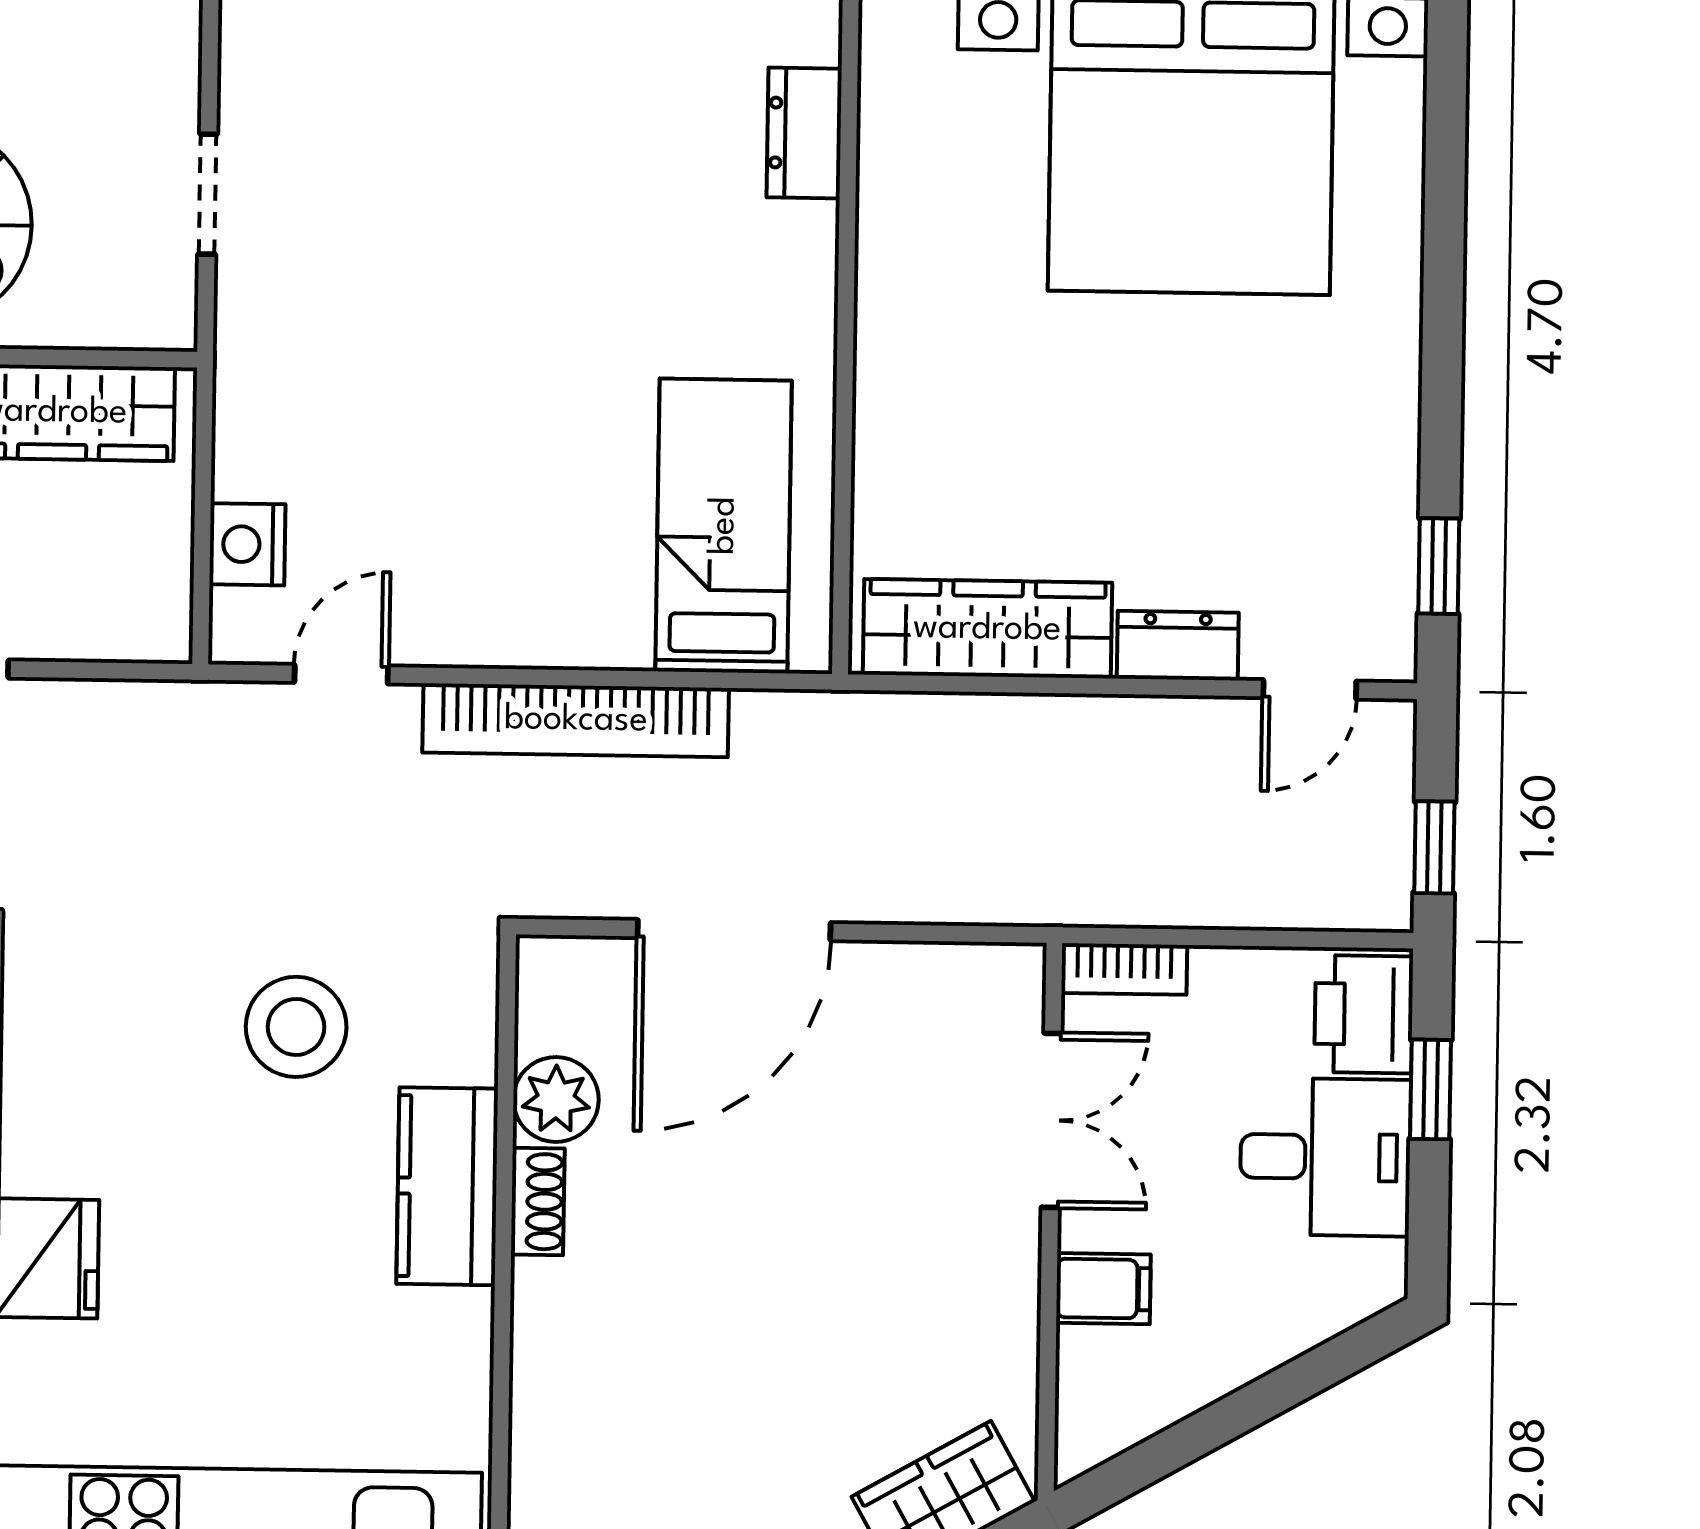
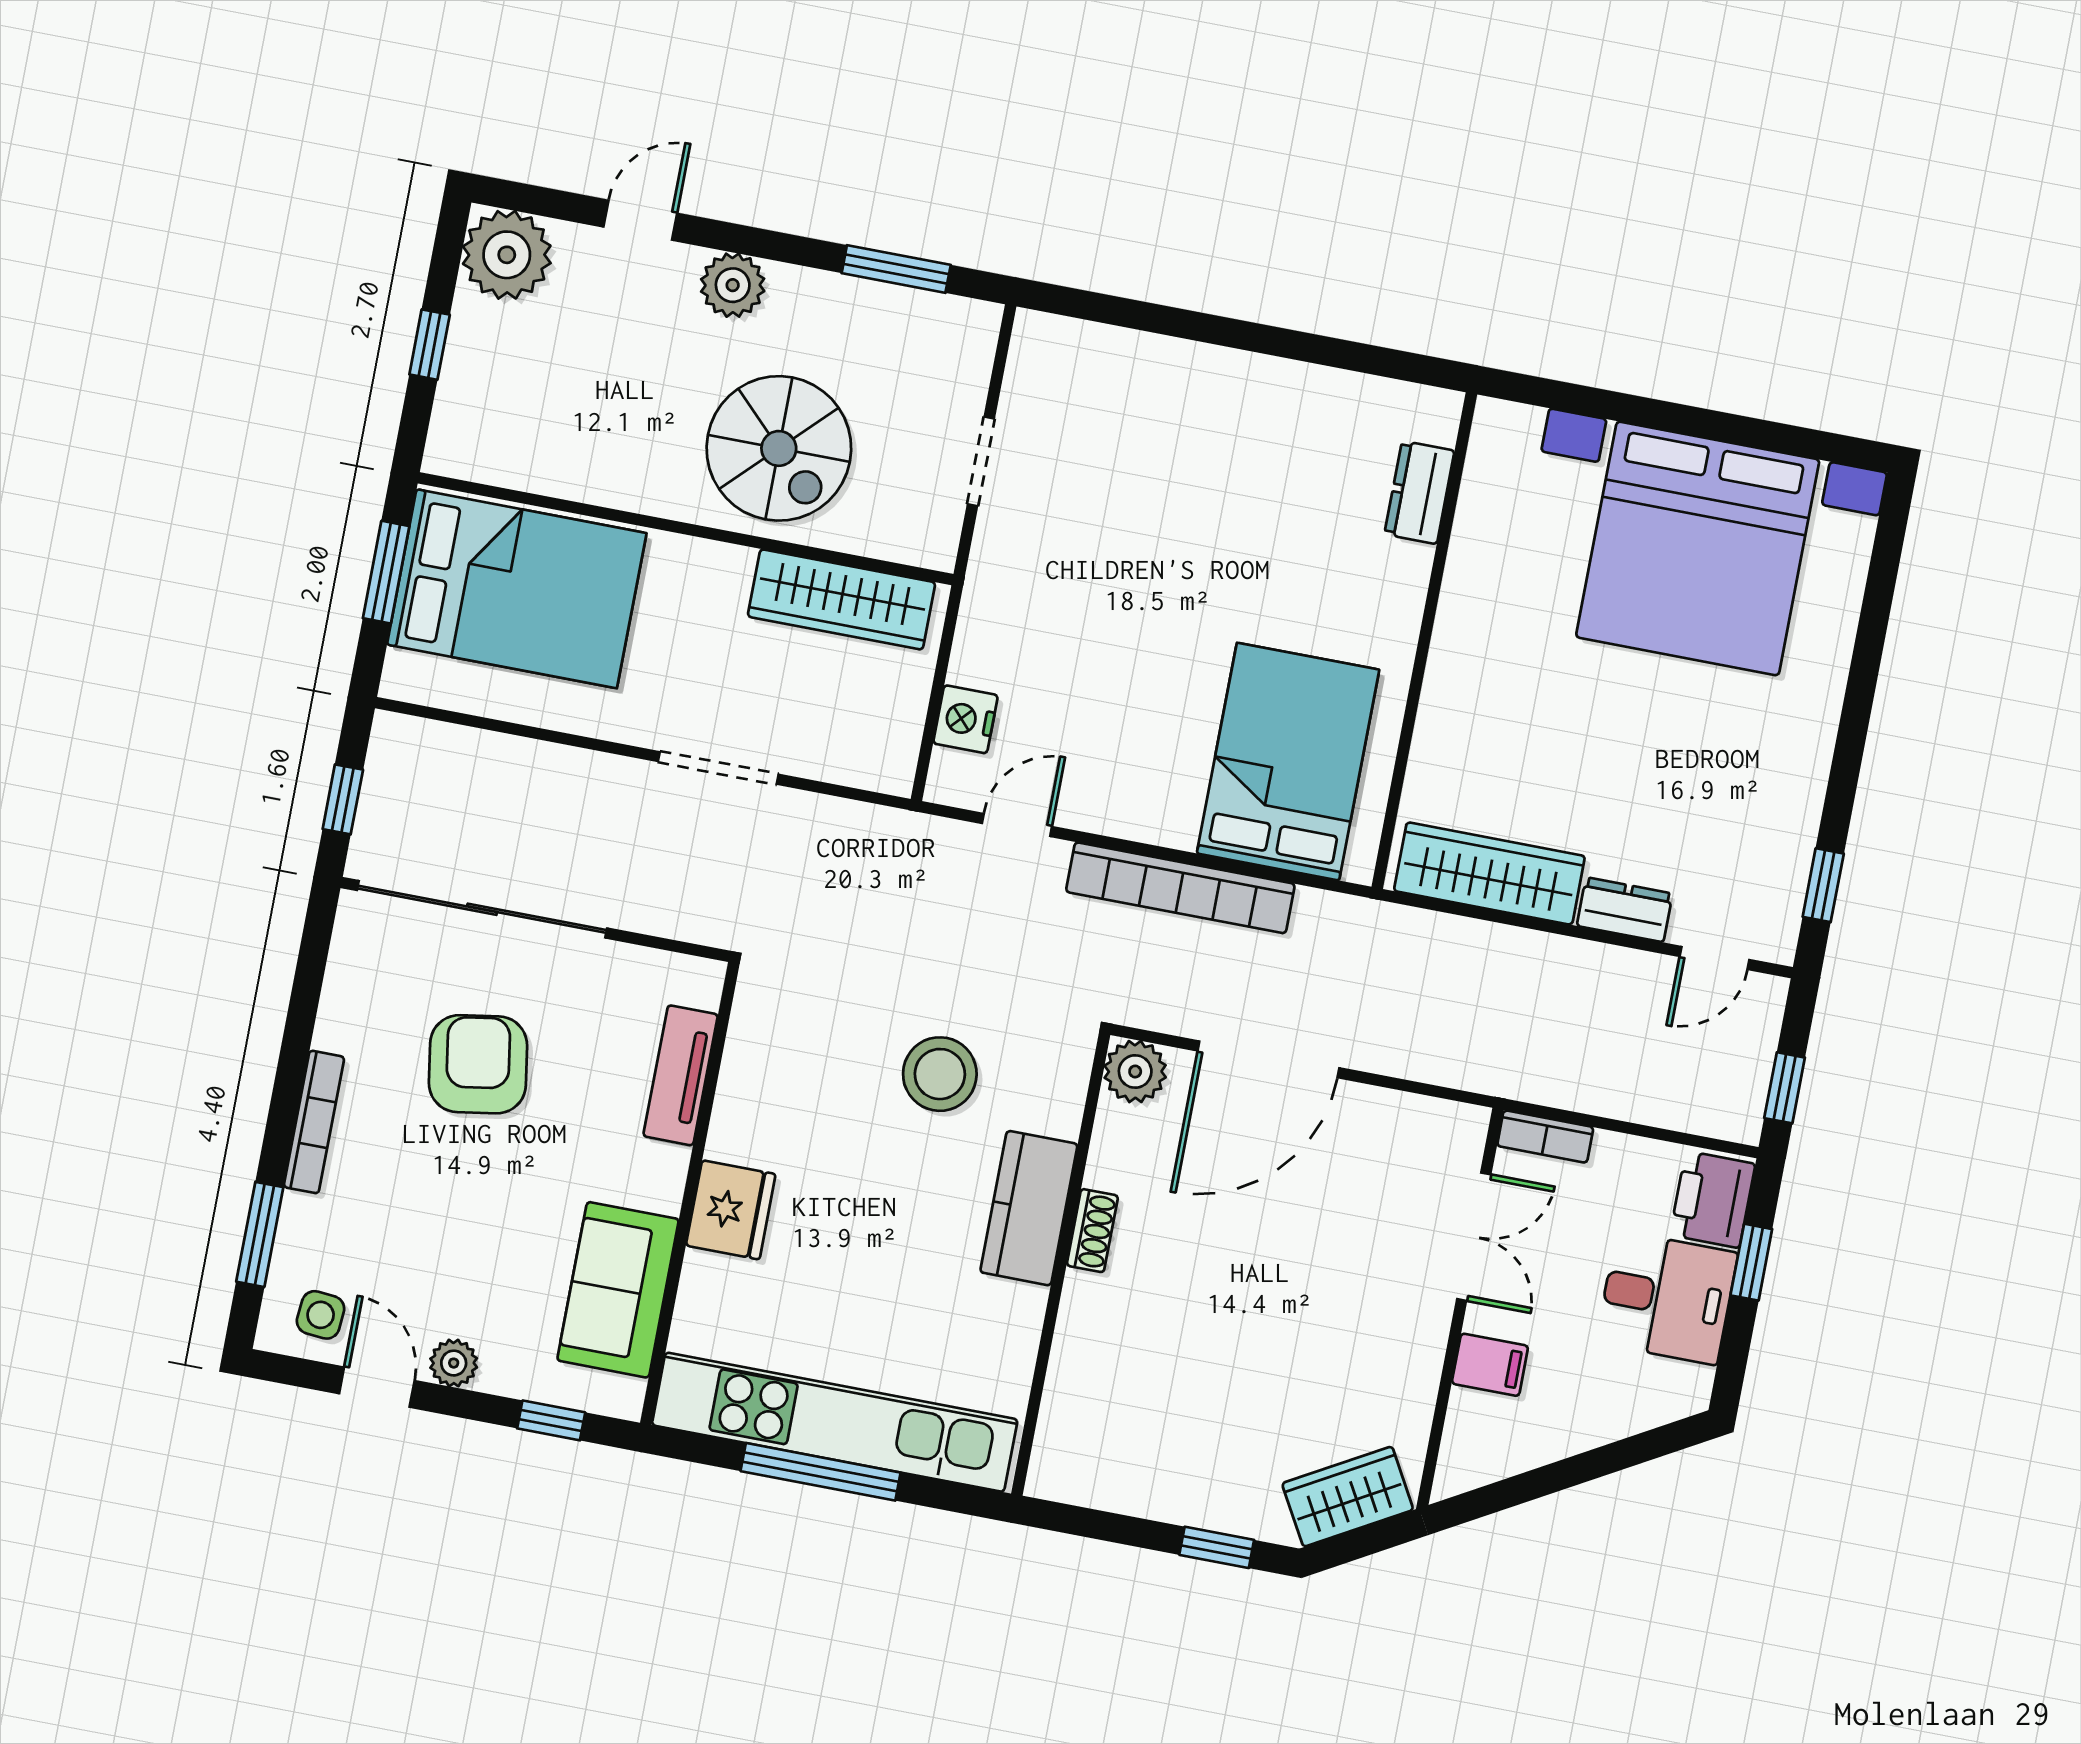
bed: (724, 526) -> (1288, 762), width x1.50
plant: (556, 1099) -> (1135, 1071), moved

